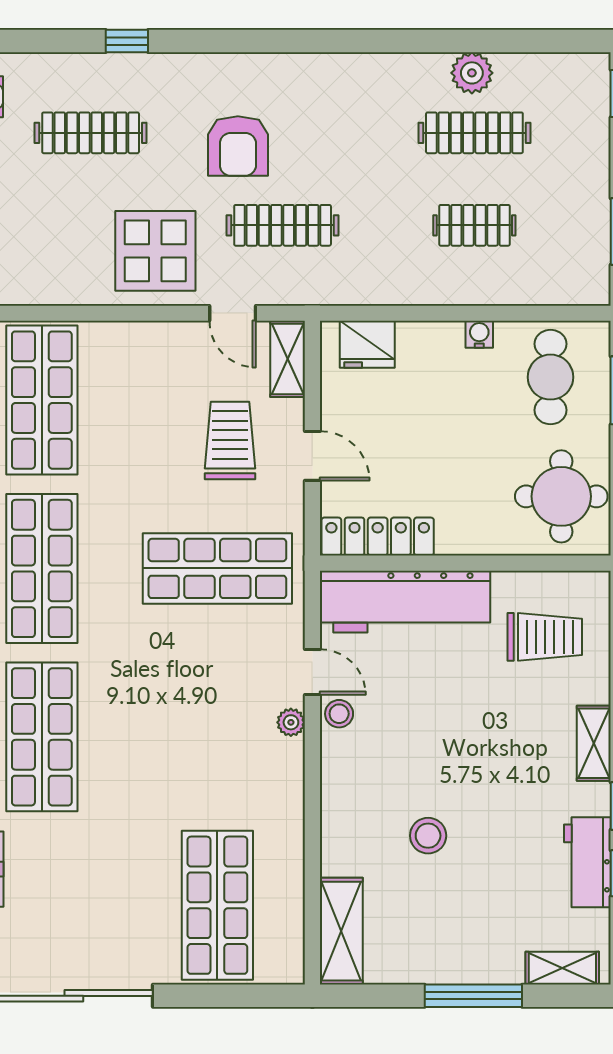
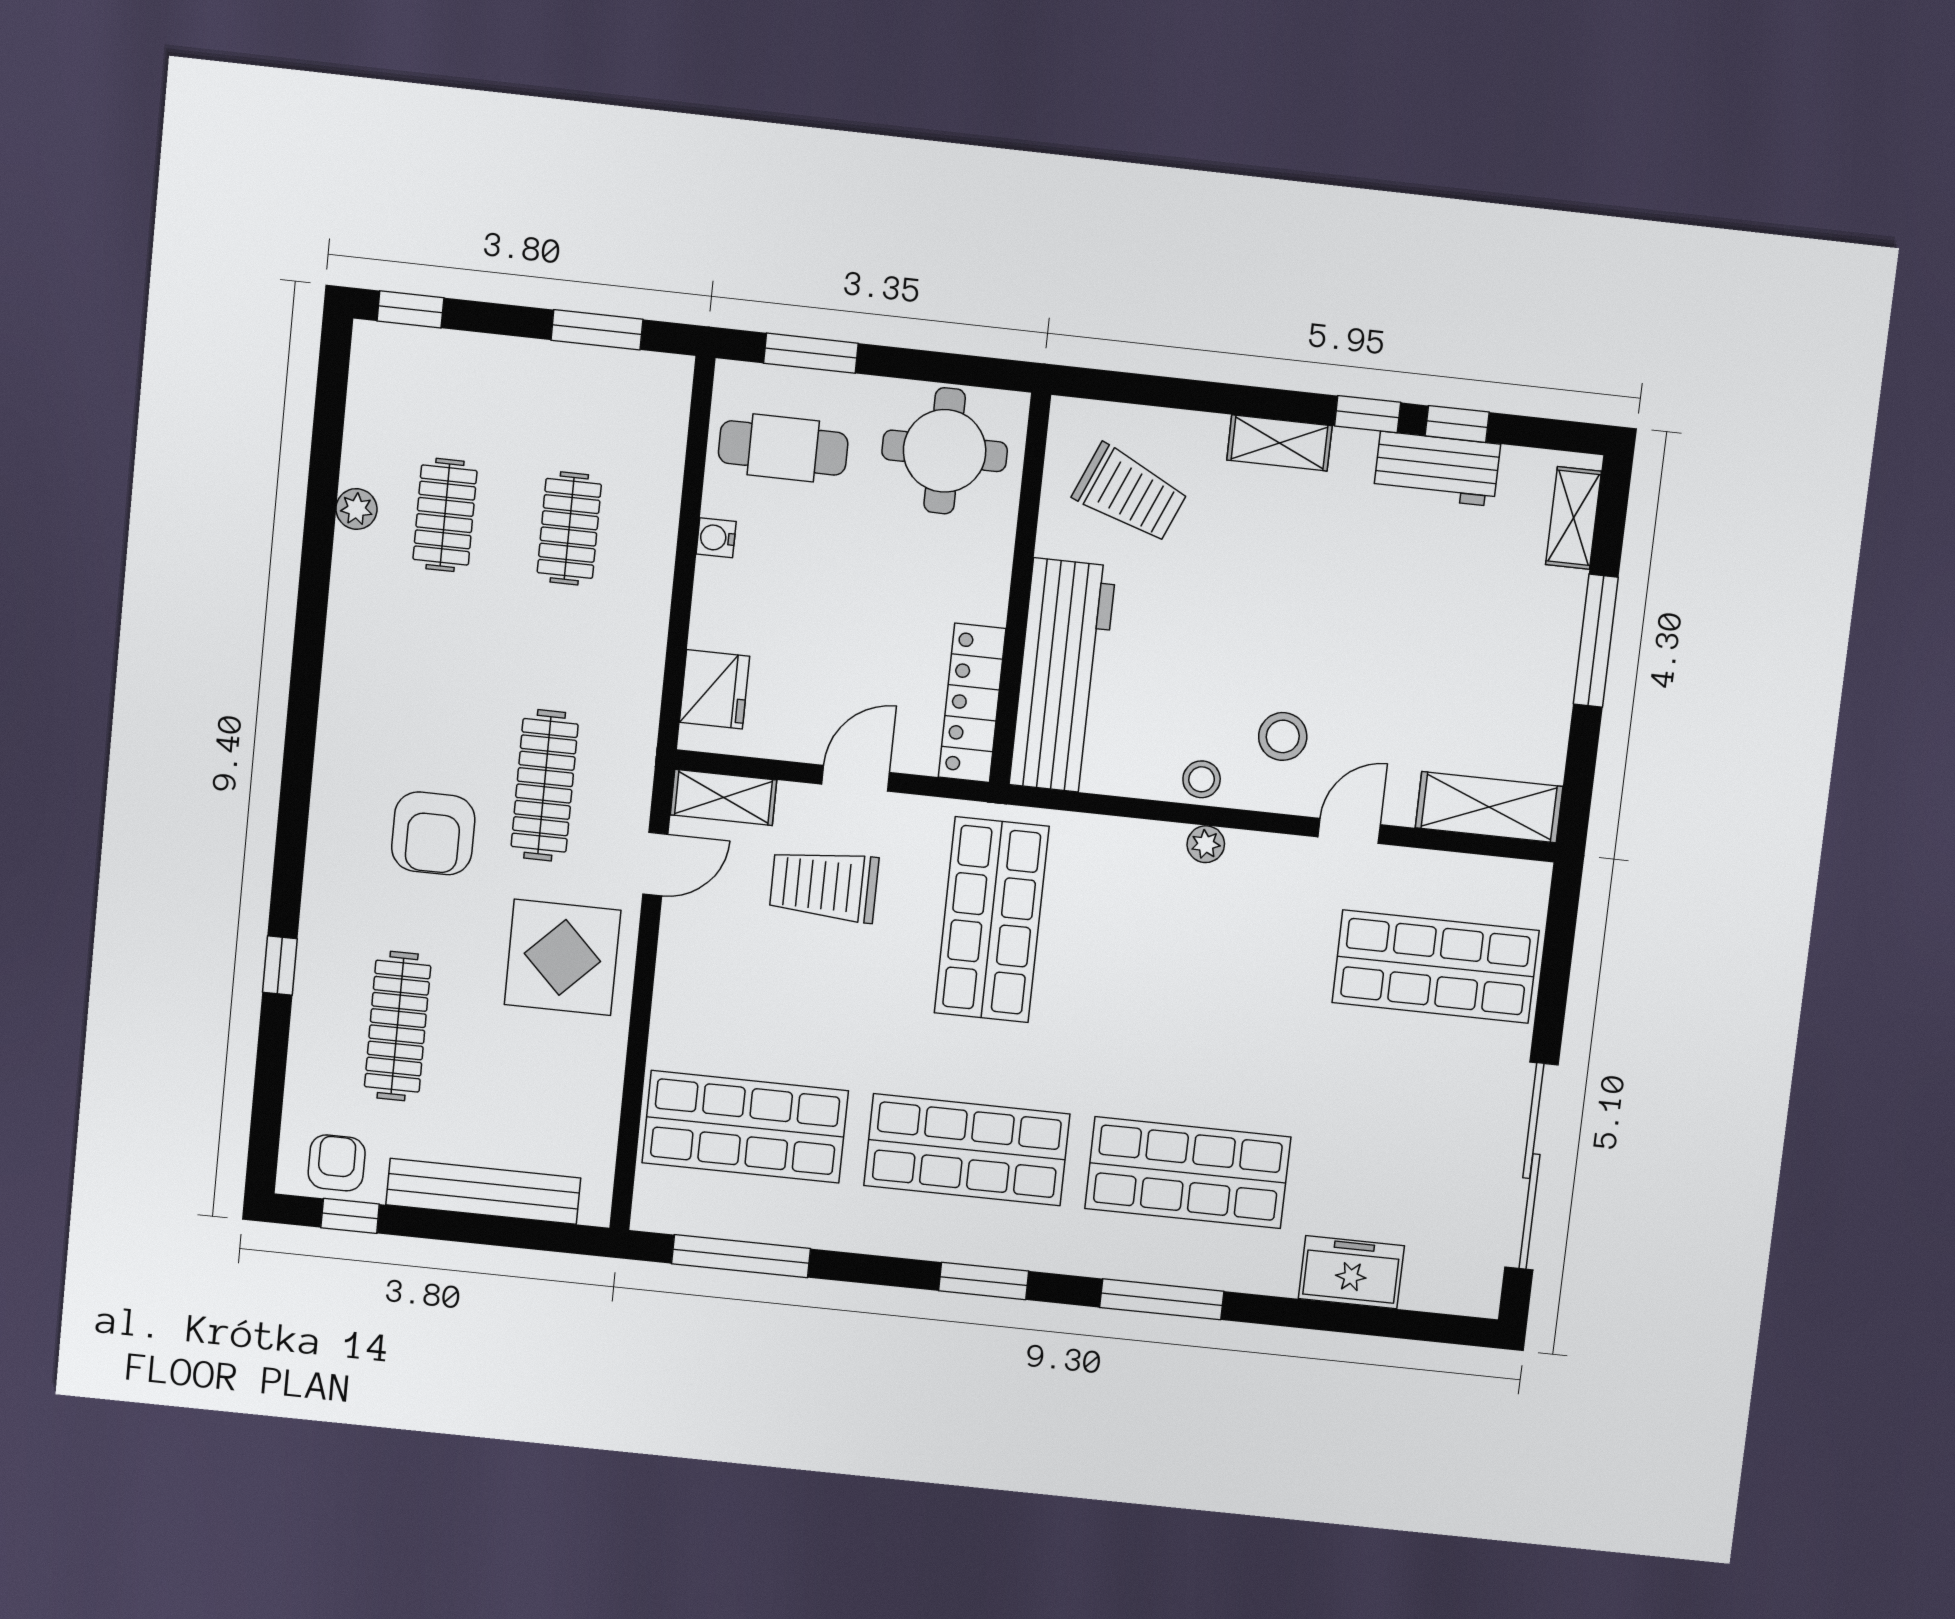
plant: (472, 73) -> (356, 509), width x0.73, depth x0.73
clothes rail: (474, 133) -> (445, 515), width x0.73
armchair: (238, 146) -> (433, 833), turned 90
trolley: (545, 637) -> (1130, 494), turned 113
door: (312, 672) -> (1349, 831), moved
stool: (428, 836) -> (1283, 736), moved

